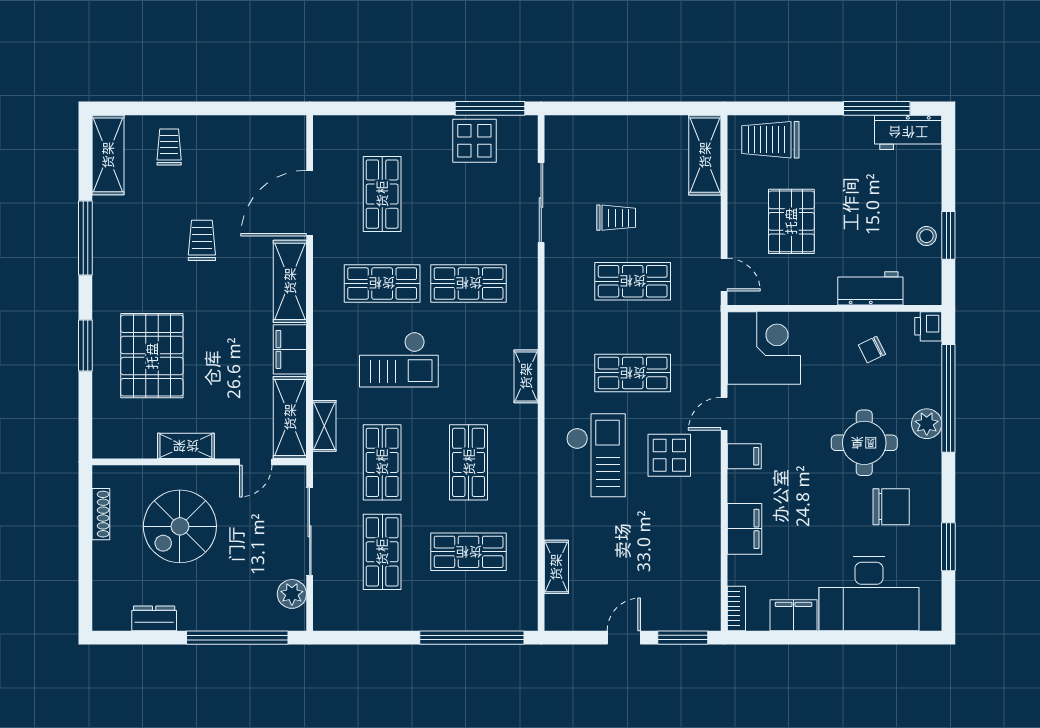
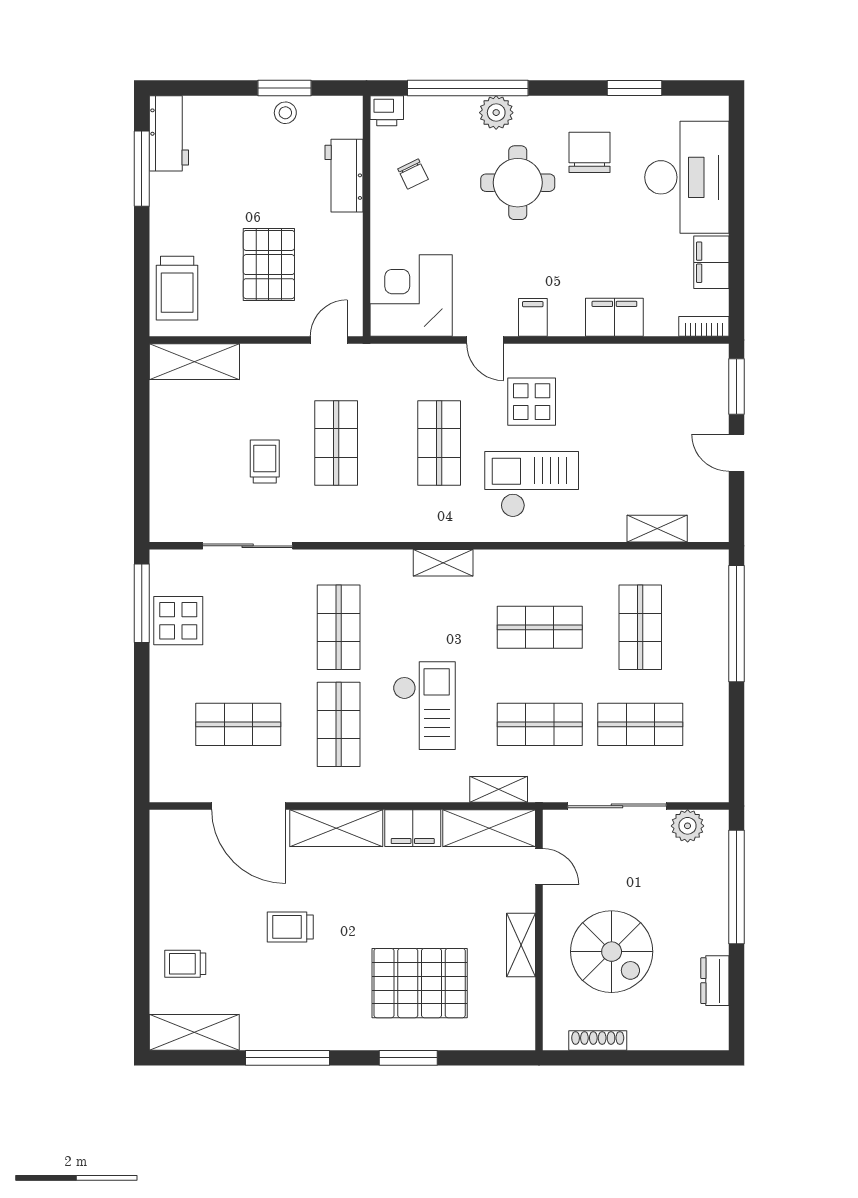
pallet: (791, 221) -> (269, 265), turned 90

